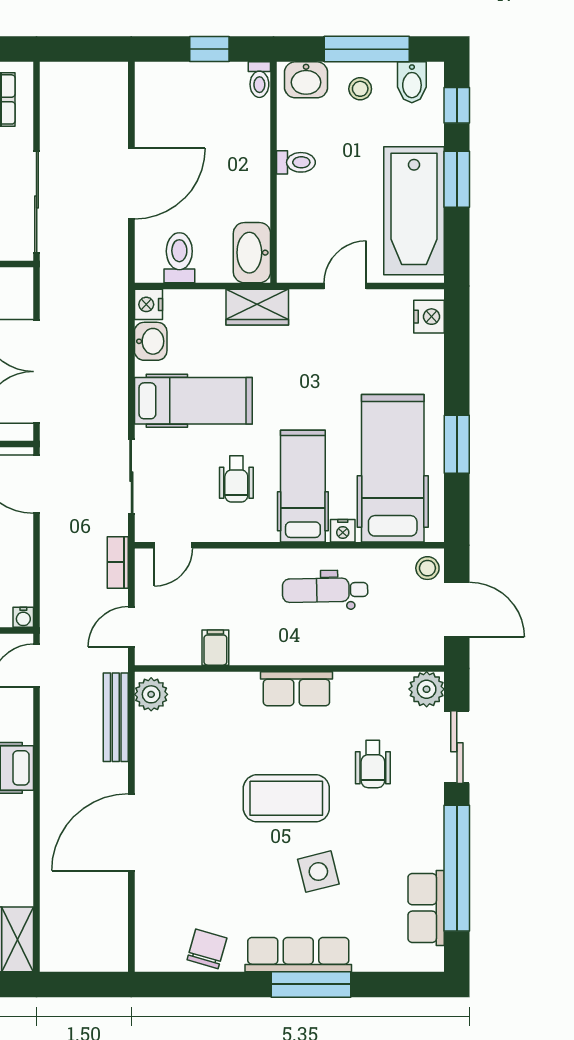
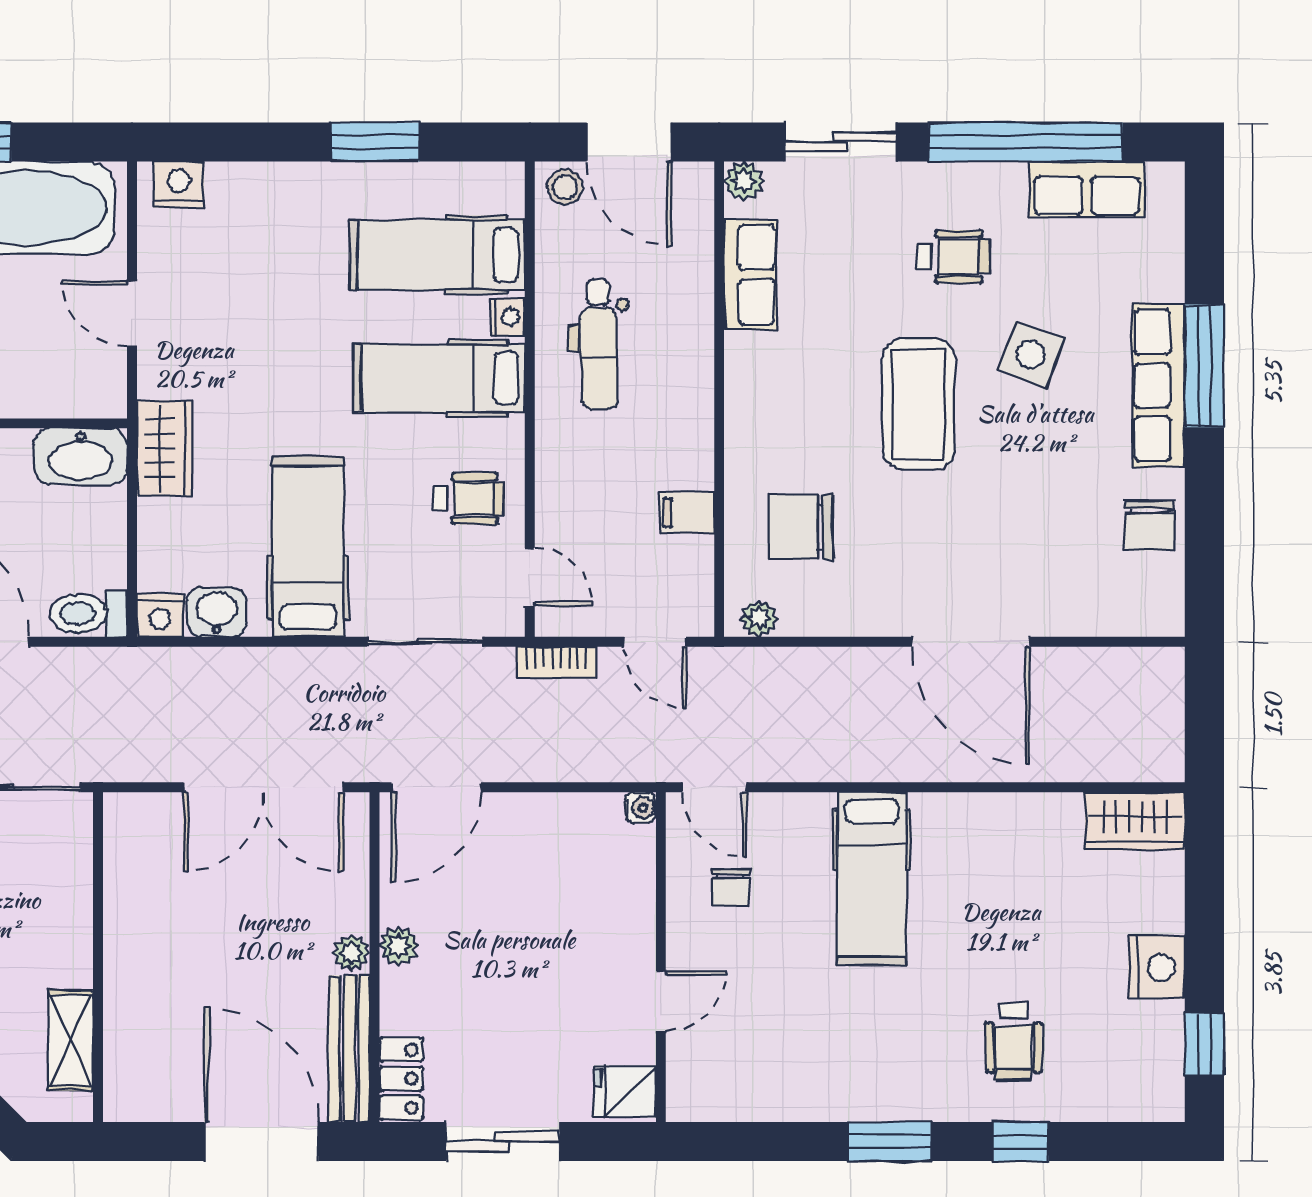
toilet: (179, 258) -> (88, 613), moved
hospital bed: (393, 468) -> (437, 255), width x0.73, depth x0.78
wheelchair: (236, 479) -> (469, 499), moved
door: (457, 610) -> (629, 142), swing flipped
row of seats: (296, 689) -> (750, 274), moved
plant: (427, 689) -> (744, 181), width x0.73, depth x0.73
plant: (151, 694) -> (759, 618), width x0.73, depth x0.73
bench: (116, 717) -> (794, 666), removed
chair: (206, 722) -> (801, 527), added
wheelchair: (373, 764) -> (953, 257), moved
side table: (318, 872) -> (1031, 355), turned 34
chair: (207, 949) -> (1150, 526), turned -106

